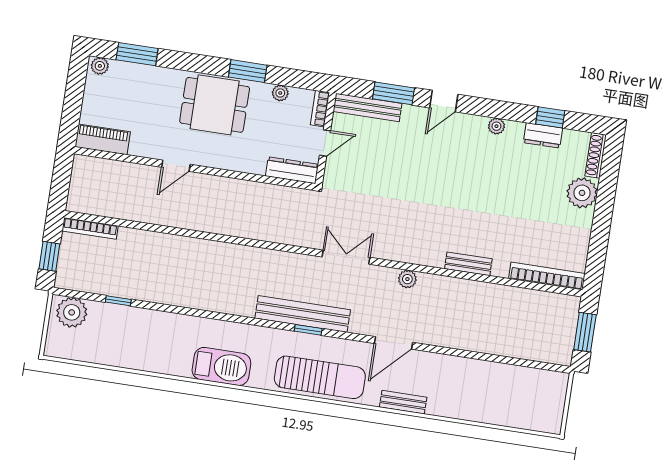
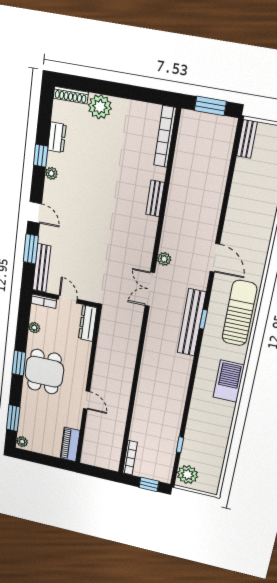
window: (248, 71) -> (19, 363), moved
window: (550, 117) -> (41, 156), moved
plant: (407, 279) -> (164, 259), moved
bench: (403, 402) -> (247, 139), moved

